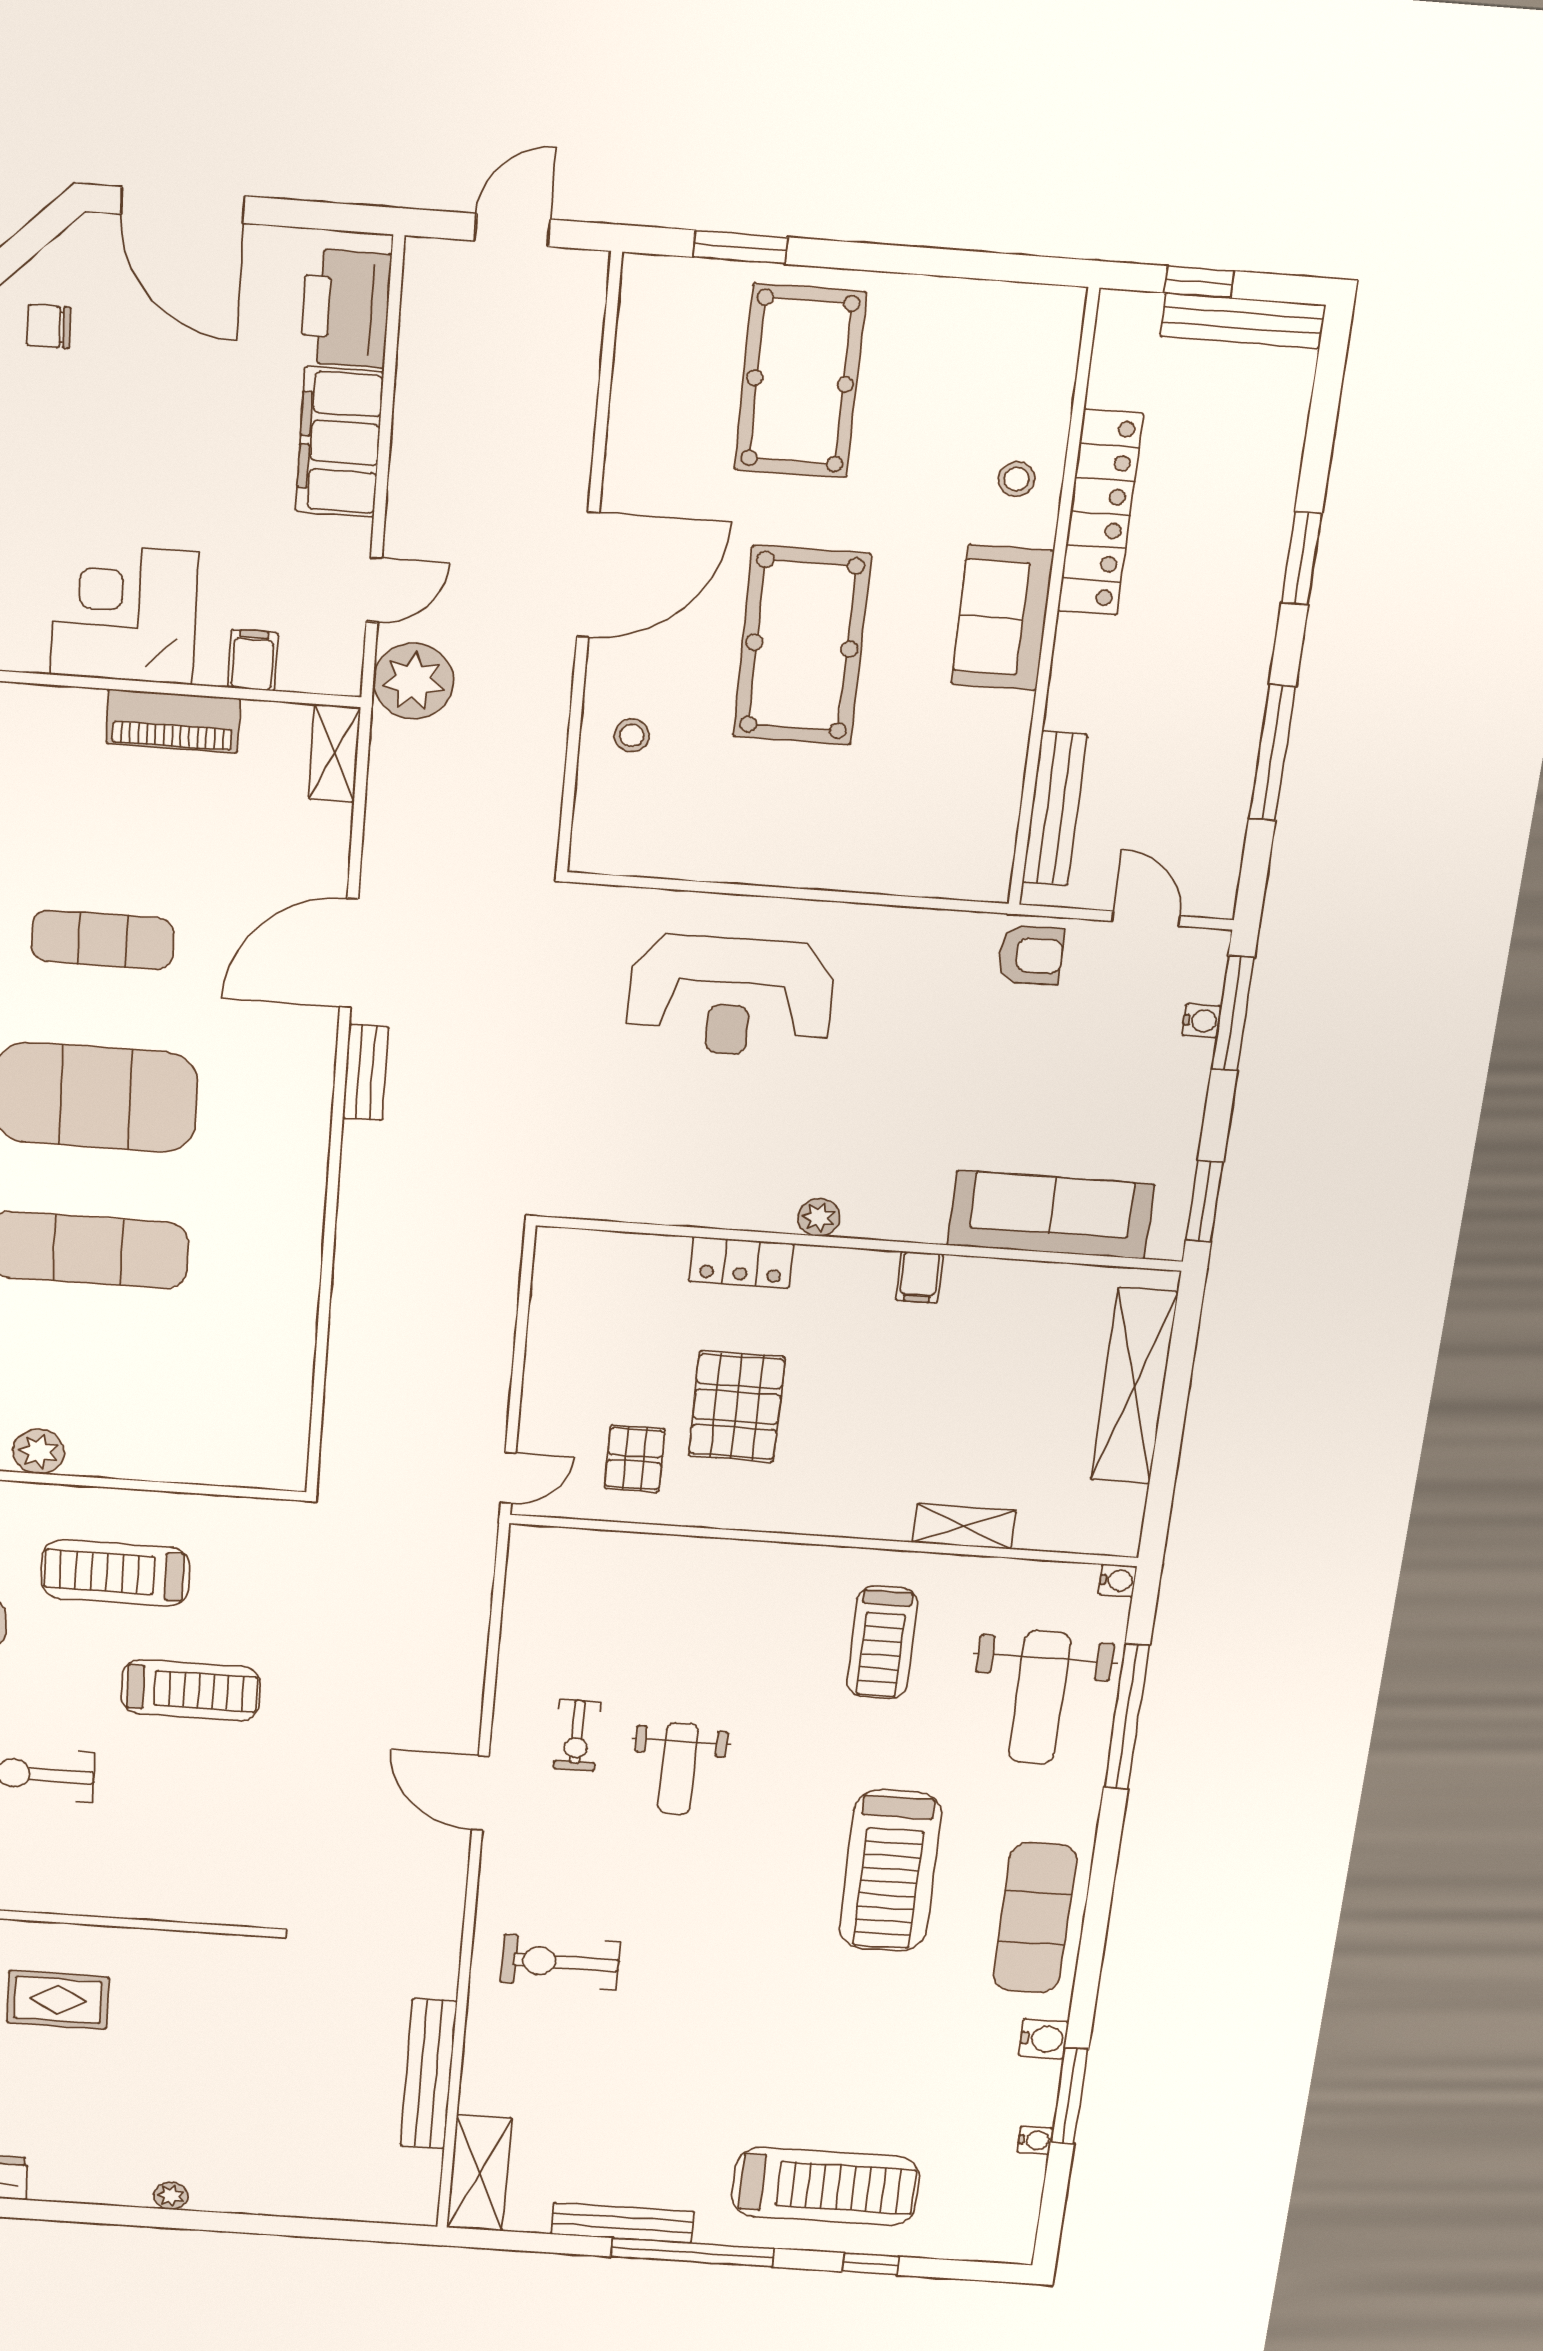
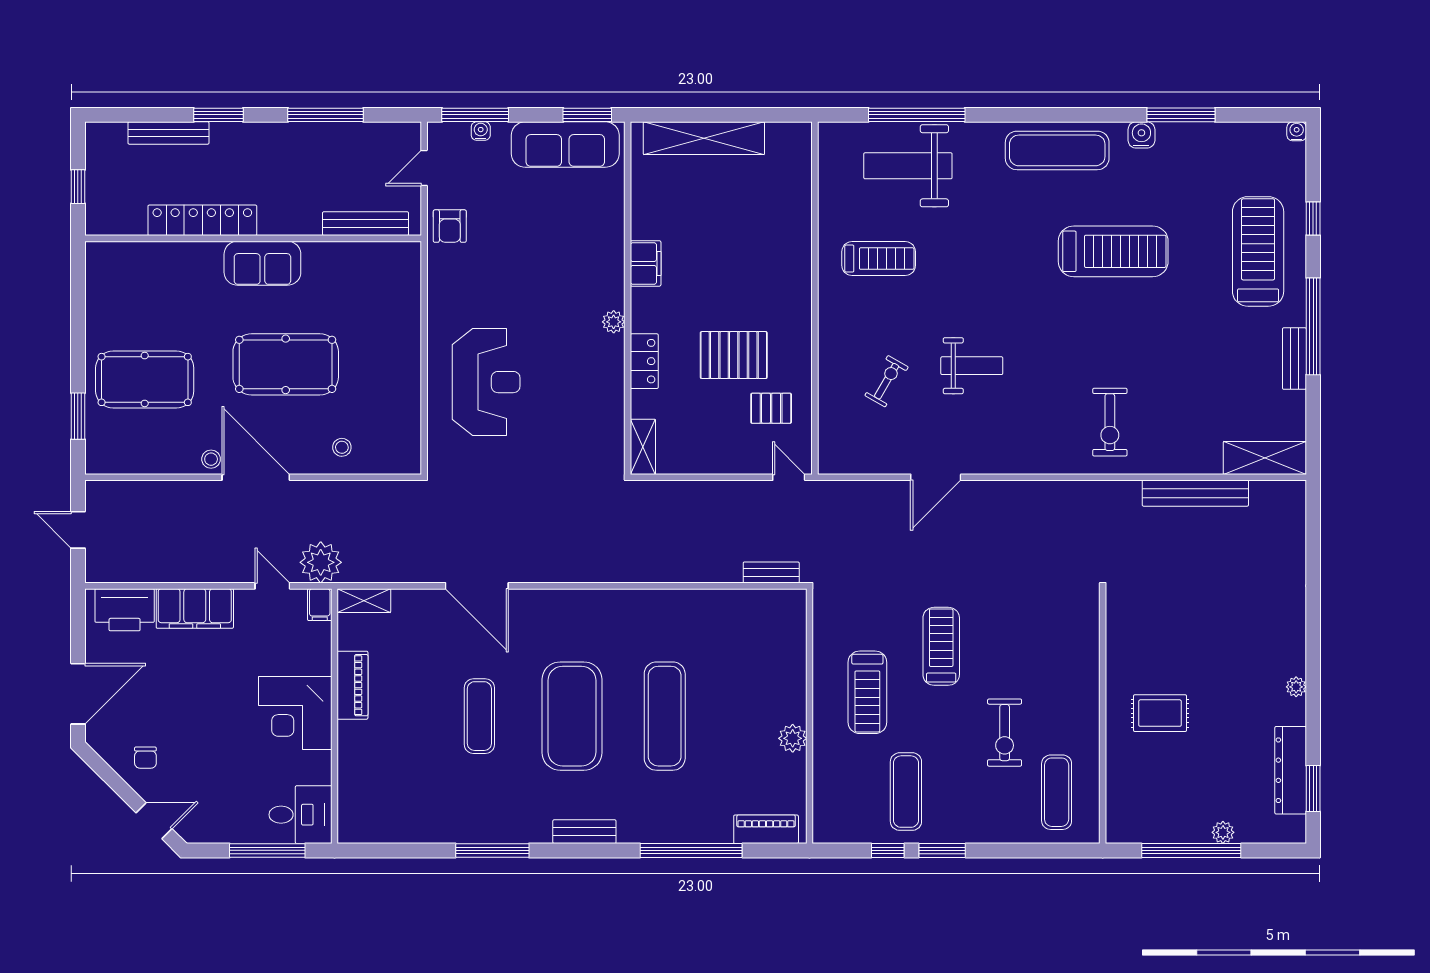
bench: (1243, 321) -> (168, 133), moved, turned 90
stool: (1017, 479) -> (211, 459), moved
filing cabinet: (253, 660) -> (320, 605), moved, turned -90
armchair: (1031, 955) -> (450, 226), turned 180
bench: (366, 1072) -> (771, 572), moved
sofa: (1051, 1215) -> (565, 145), moved, turned -90
filing cabinet: (919, 1277) -> (646, 263), width x2.00
shelving: (964, 1526) -> (643, 447), moved
water cooler: (1118, 1580) -> (828, 131), removed
weight bench: (1039, 1698) -> (908, 166), turned 180
exercise bike: (577, 1735) -> (887, 381), moved, turned -60
door: (480, 1793) -> (936, 477), moved
treadmill: (890, 1871) -> (1113, 251), moved
rug: (58, 2000) -> (1160, 713), turned 90
water cooler: (1035, 2140) -> (1297, 131), moved
plant: (171, 2196) -> (1296, 687), moved
bench: (623, 2223) -> (1294, 359), width x0.73

